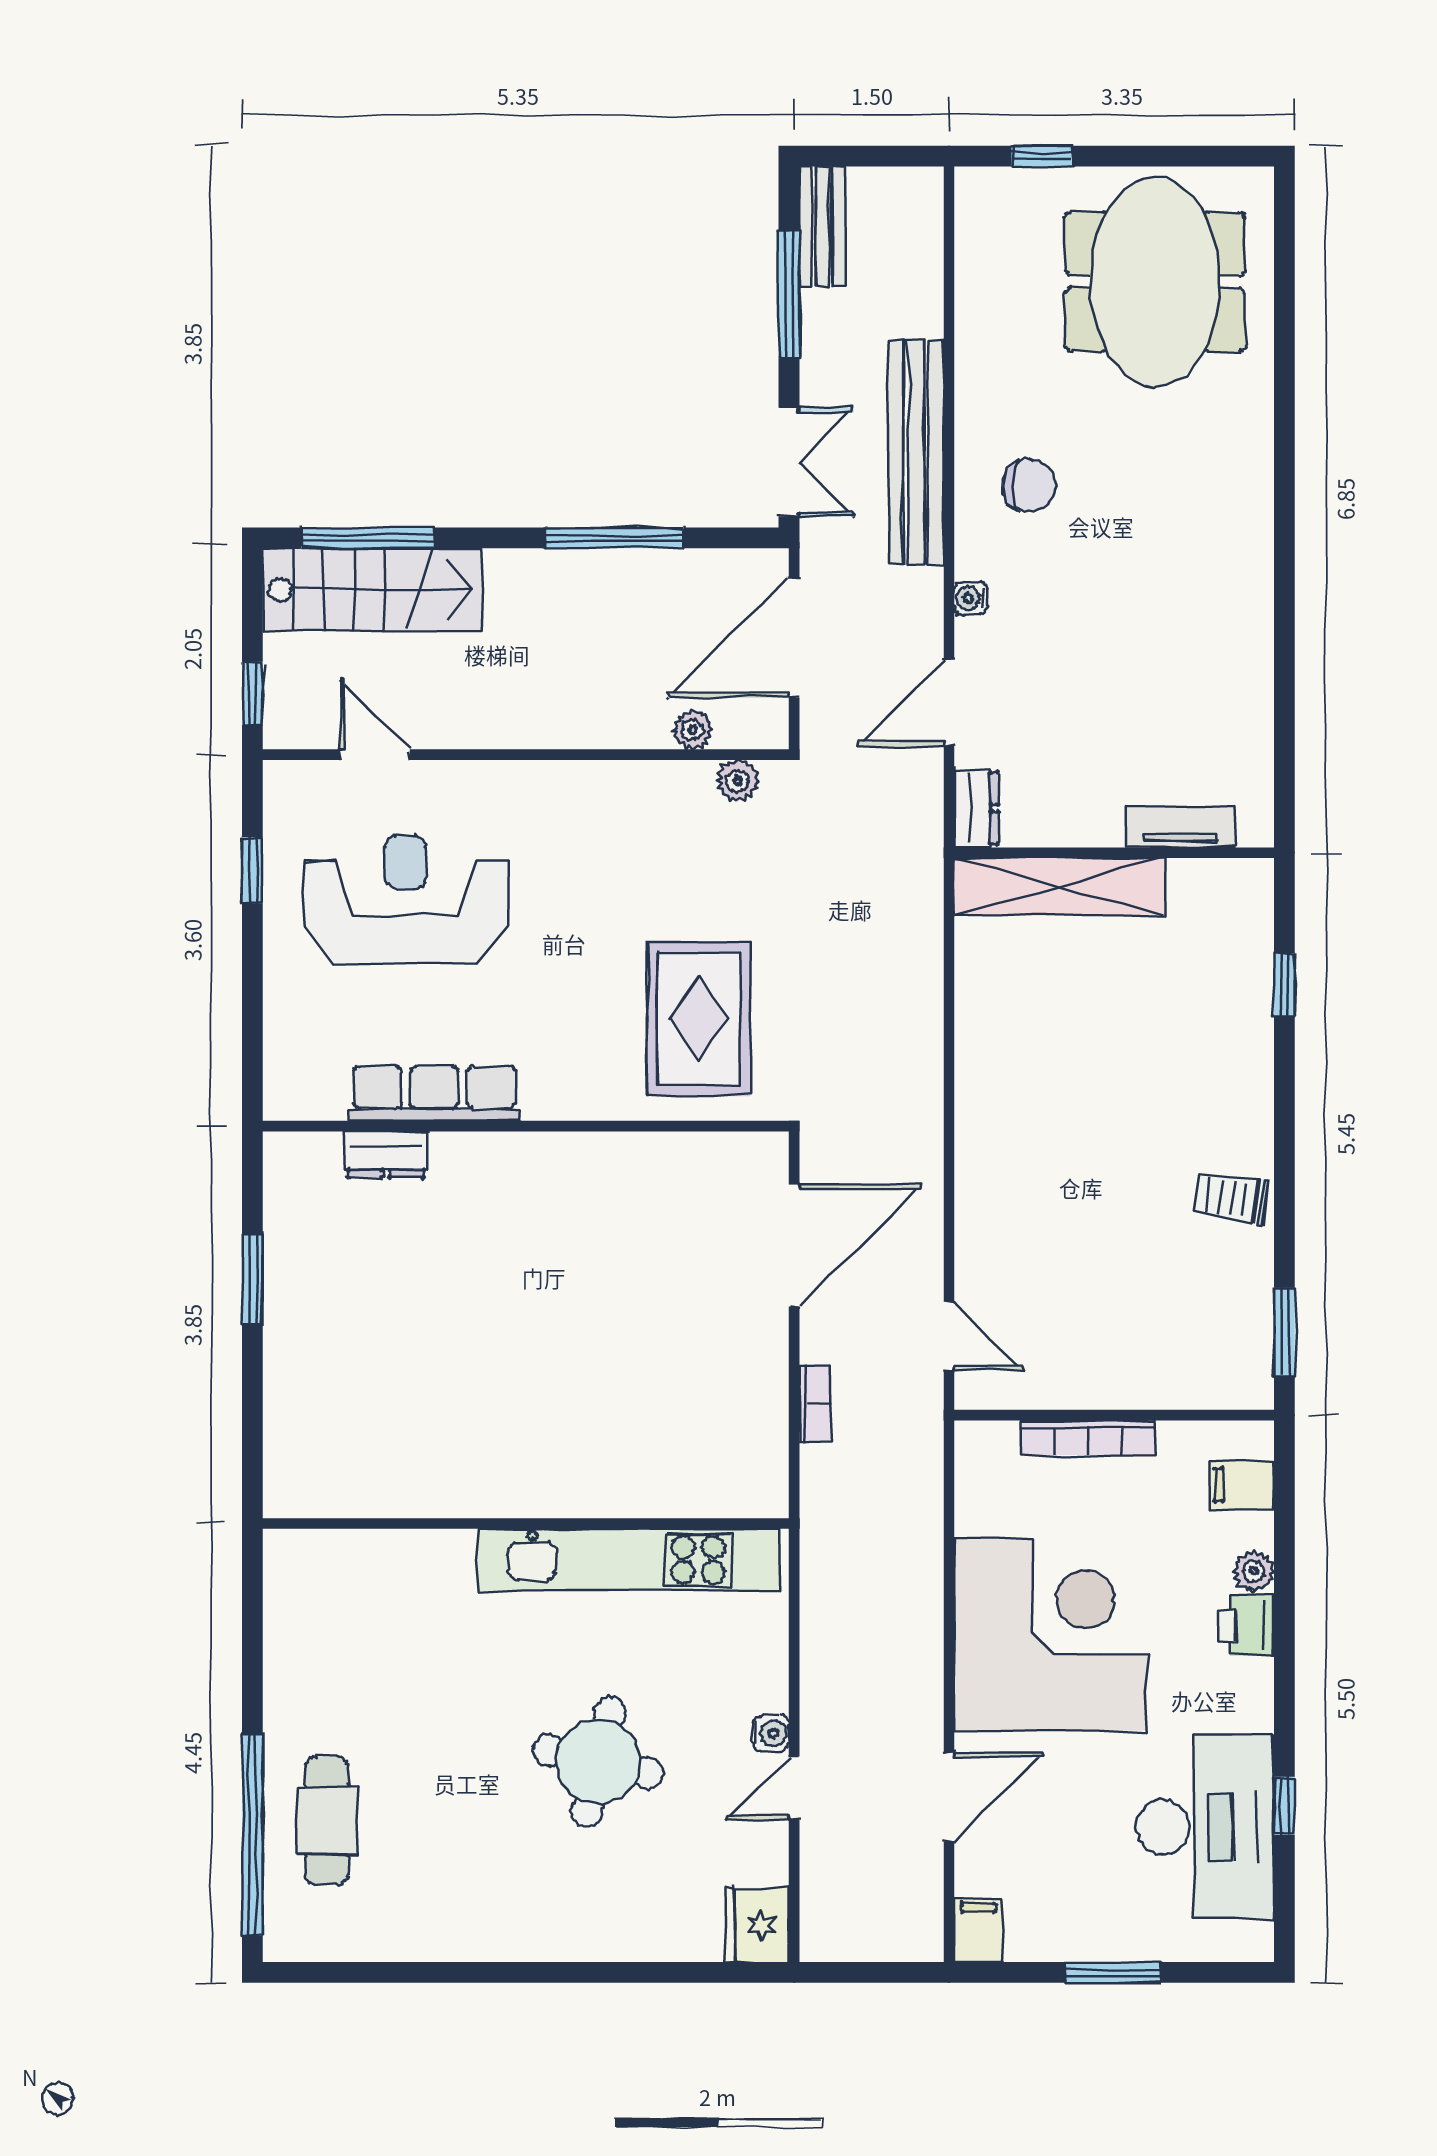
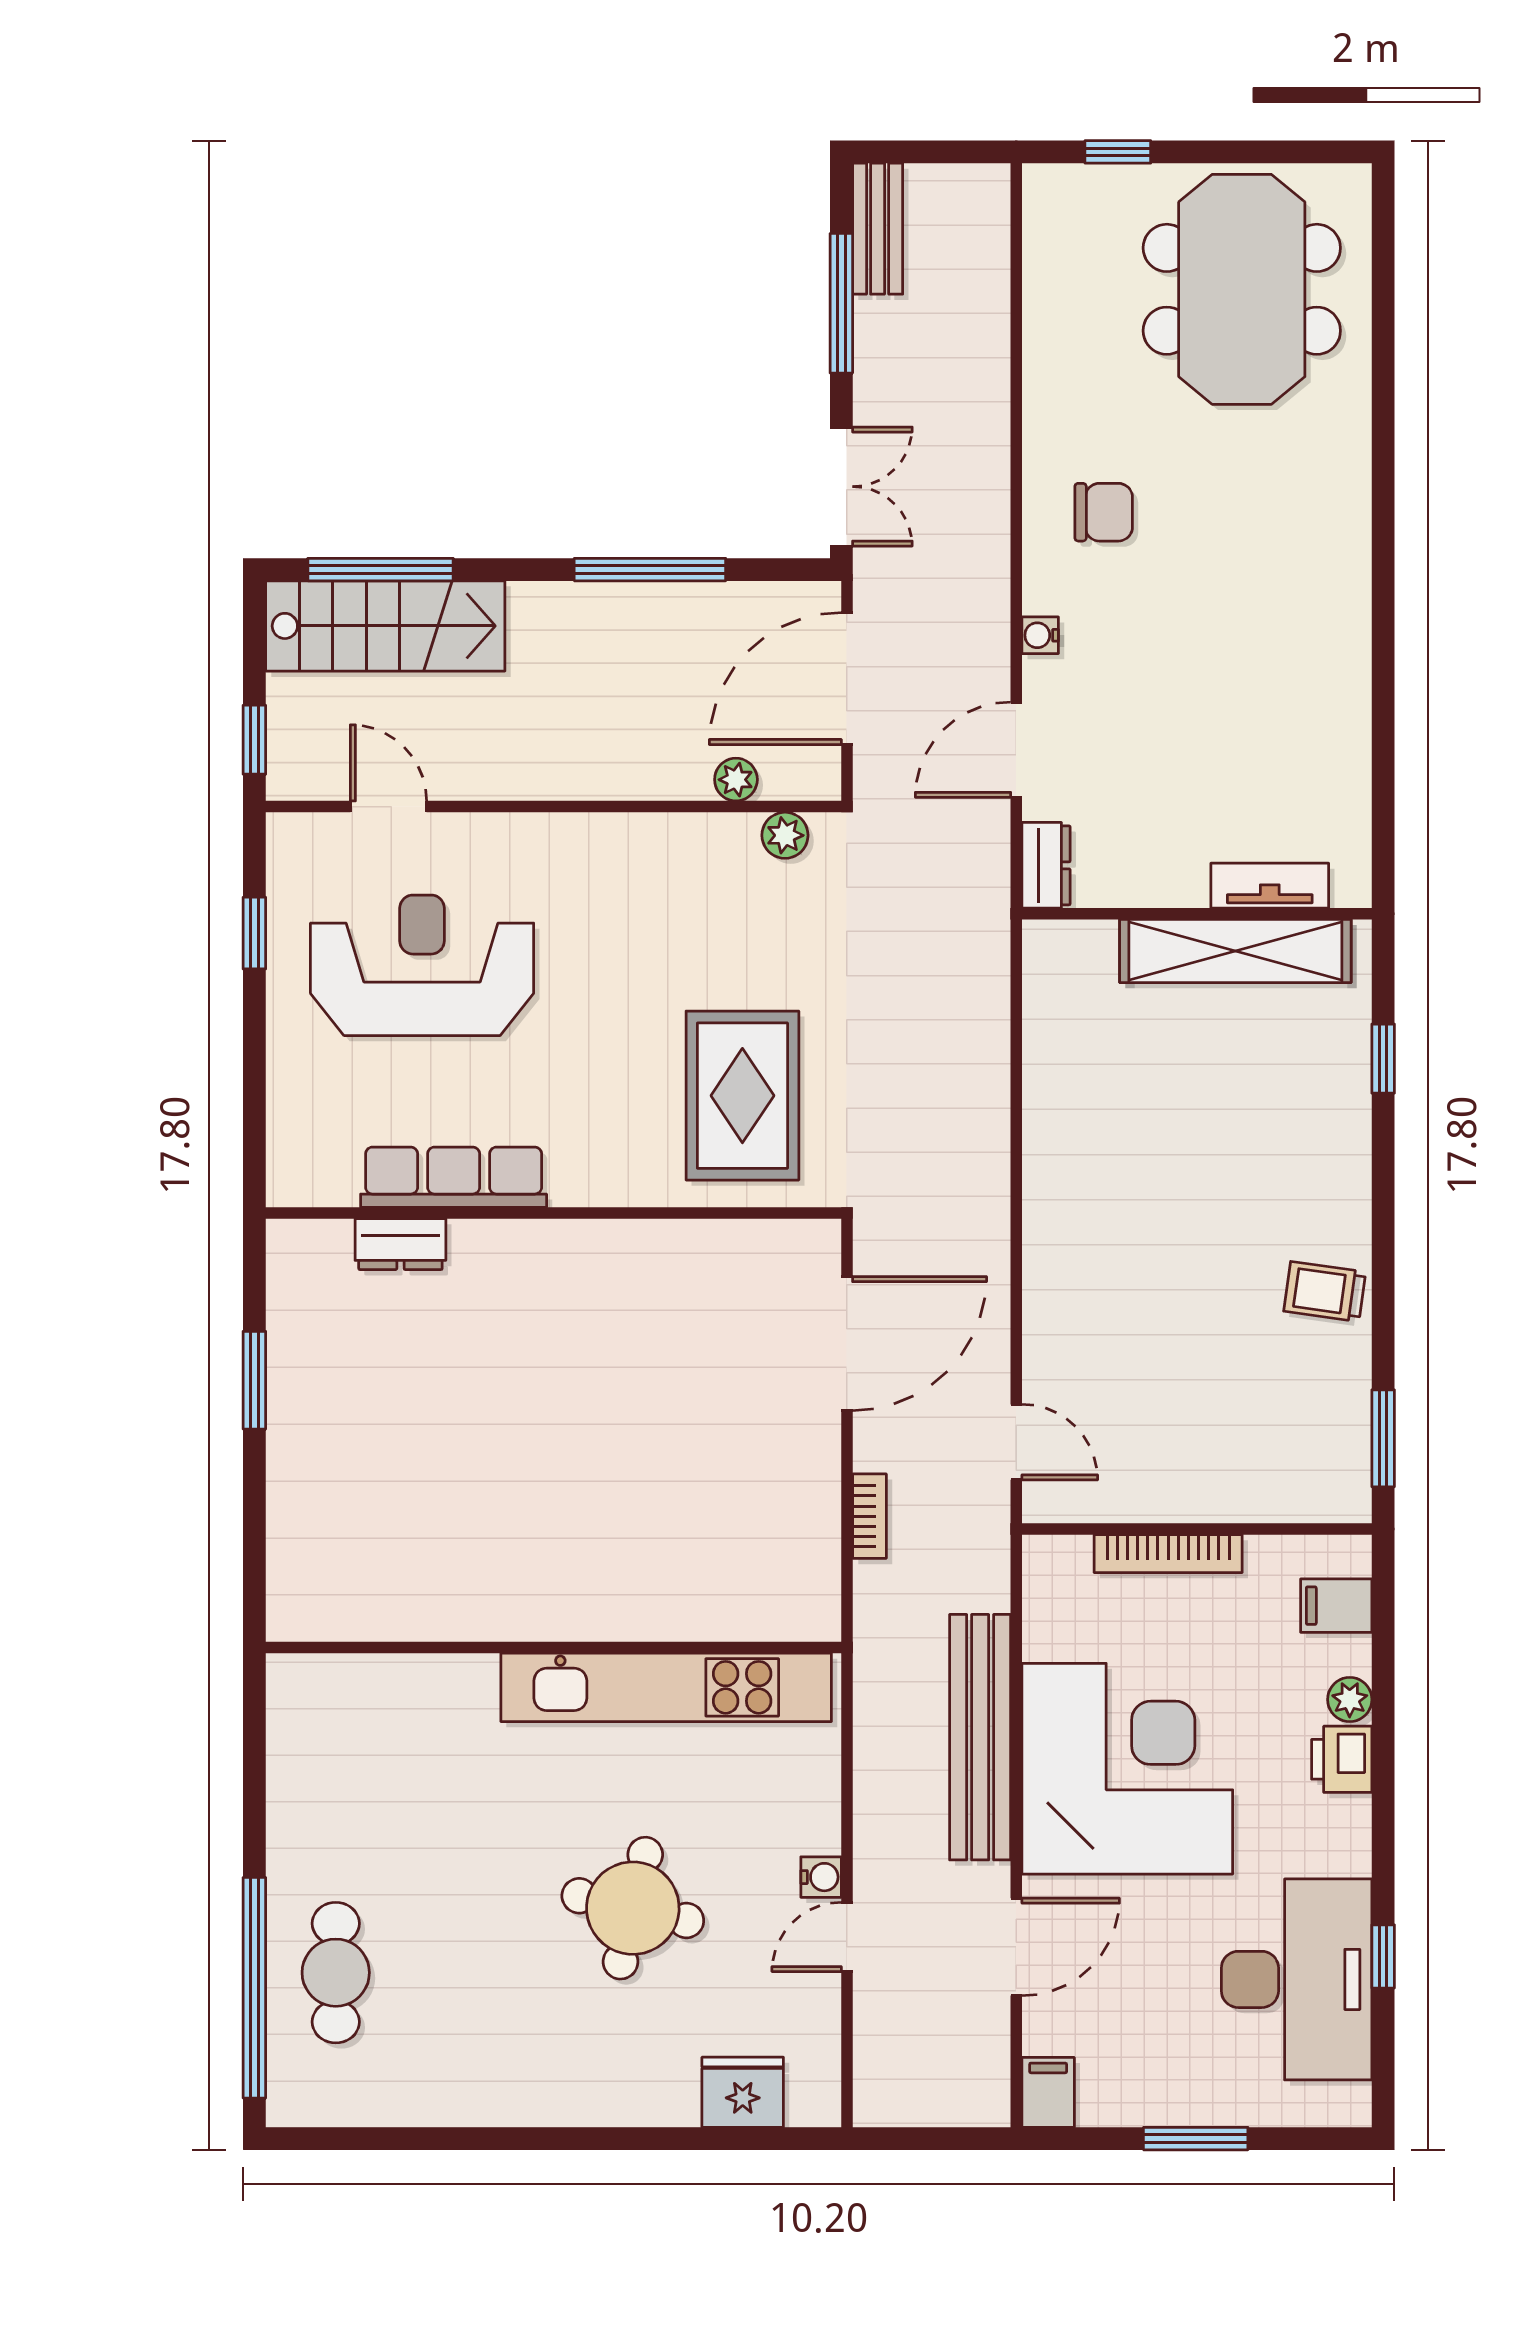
bench: (916, 452) -> (980, 1737), moved
shelving: (1060, 887) -> (1235, 951), moved
fridge: (757, 1925) -> (743, 2092), moved, turned 90

